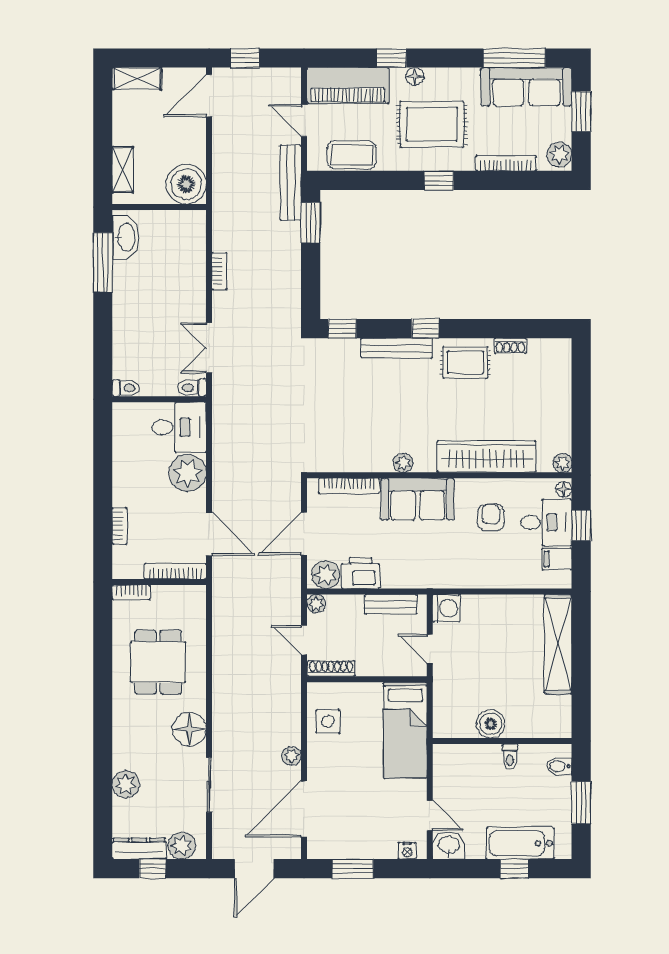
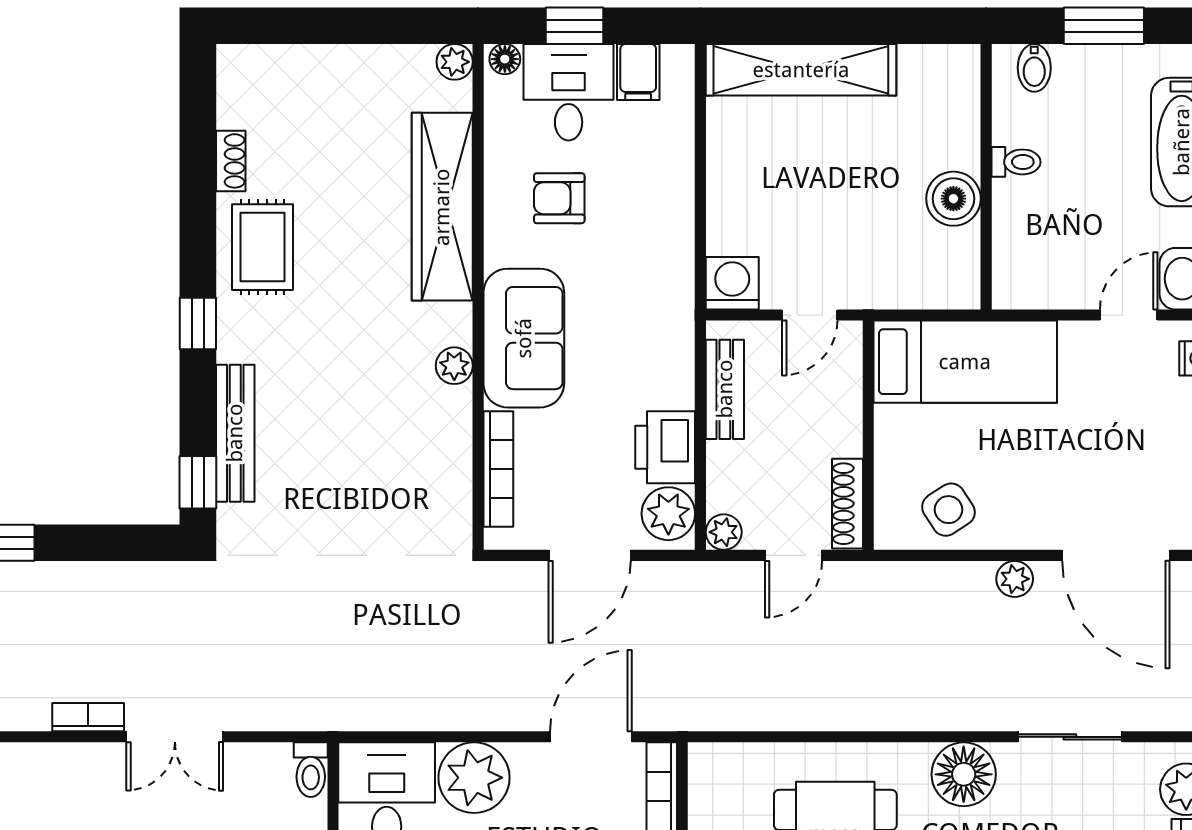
double door: (209, 348) -> (175, 737), moved
bench: (397, 348) -> (235, 433), moved
door: (304, 534) -> (590, 555), hinge flipped
side table: (328, 721) -> (948, 510), turned -33

